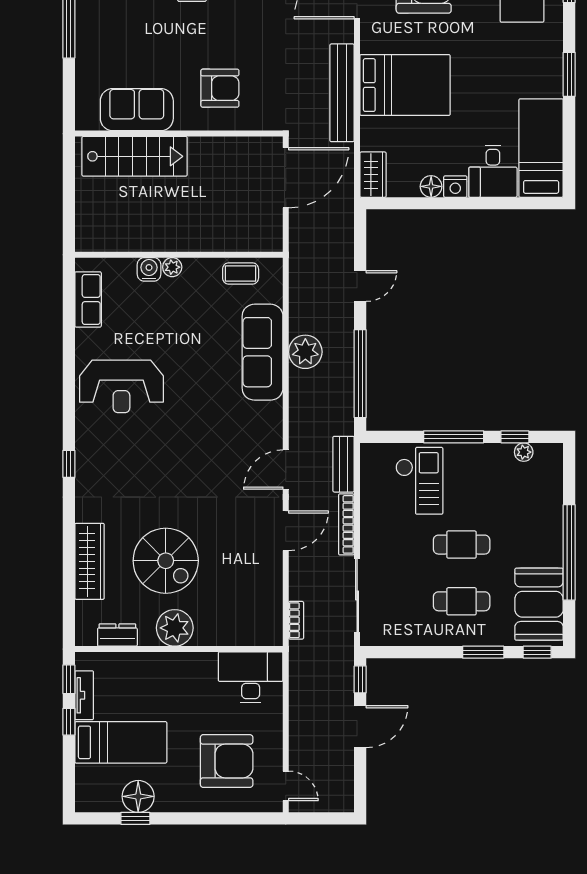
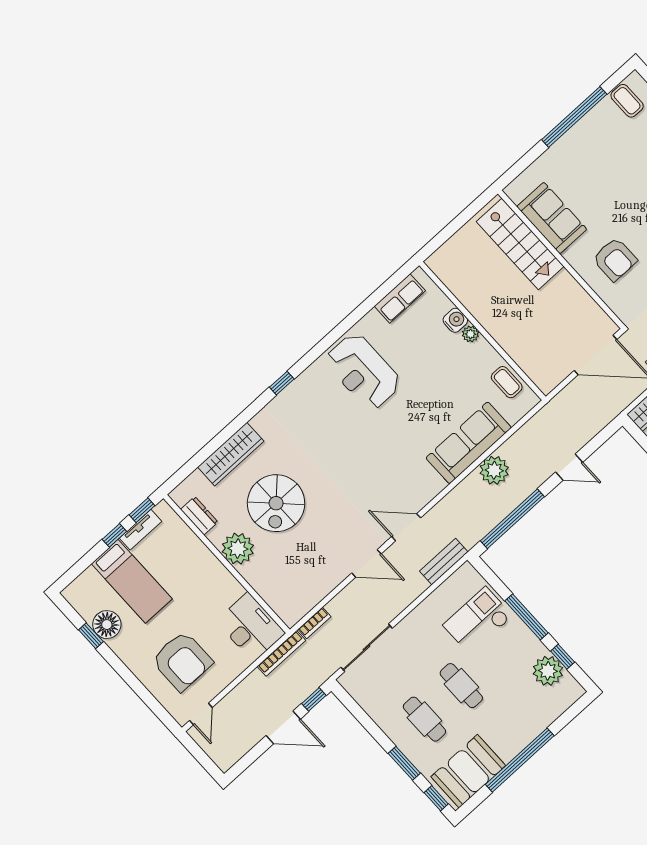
plant: (524, 452) -> (548, 671), width x1.88, depth x1.88
checkout: (419, 481) -> (478, 621), turned 180
bookcase: (346, 524) -> (281, 653), moved, turned 180

